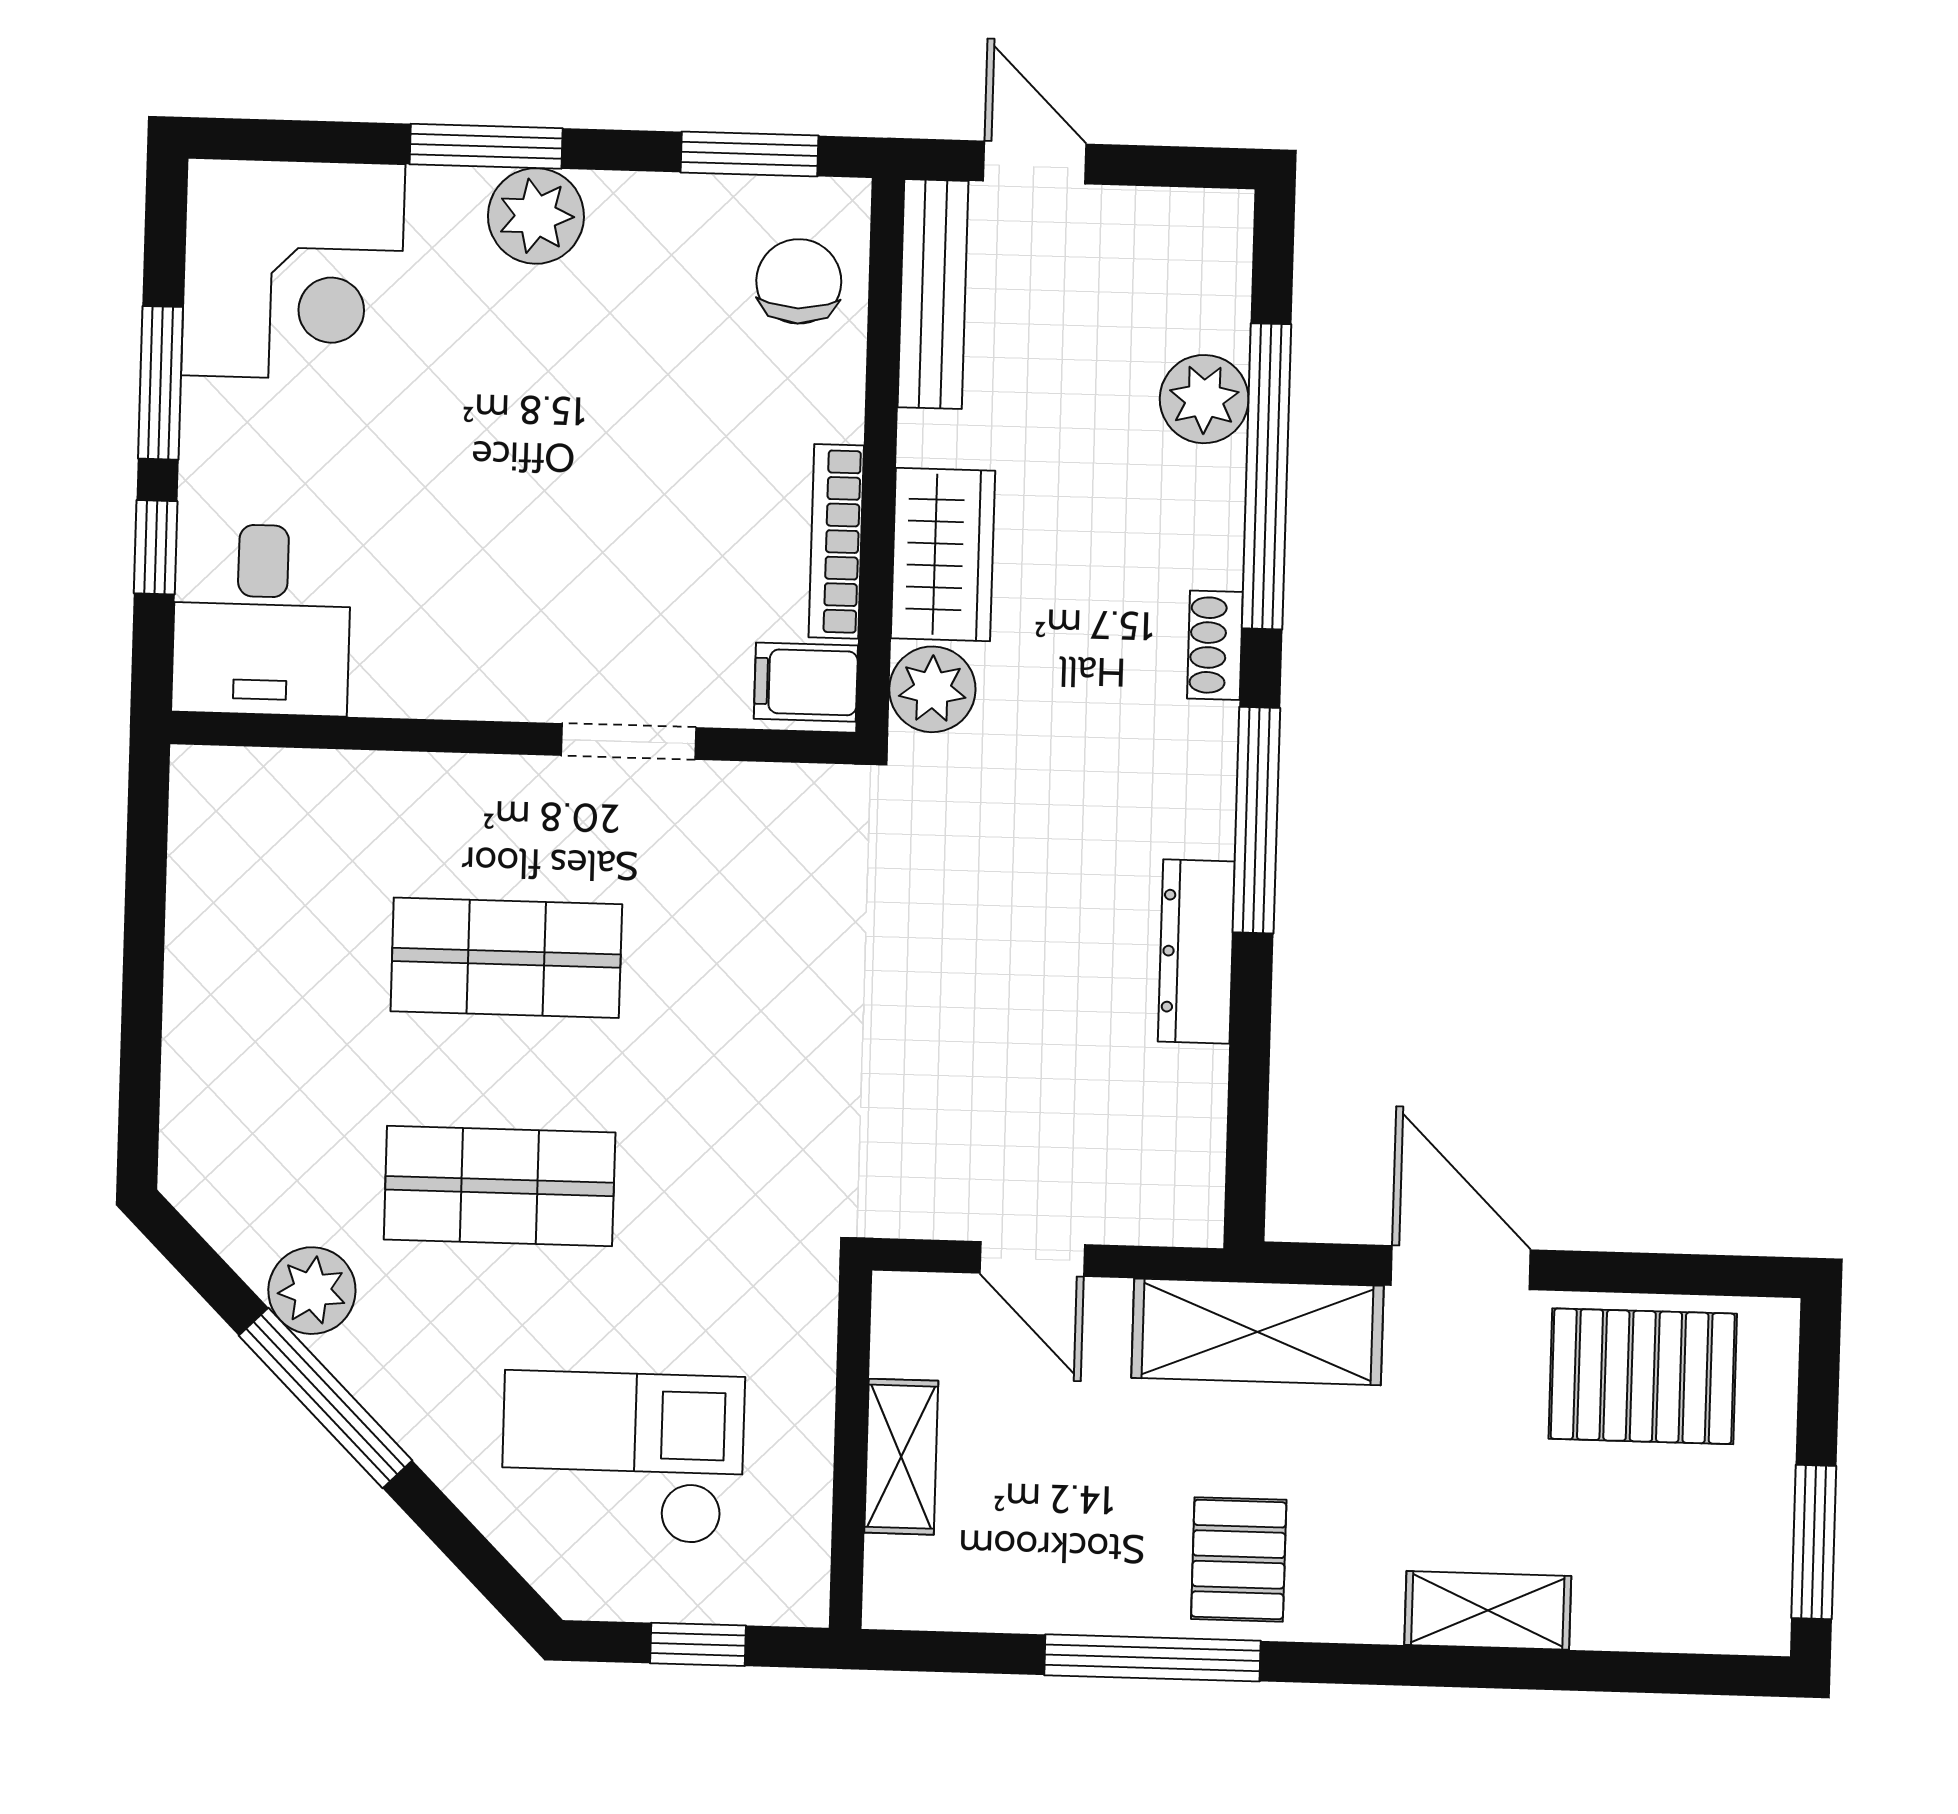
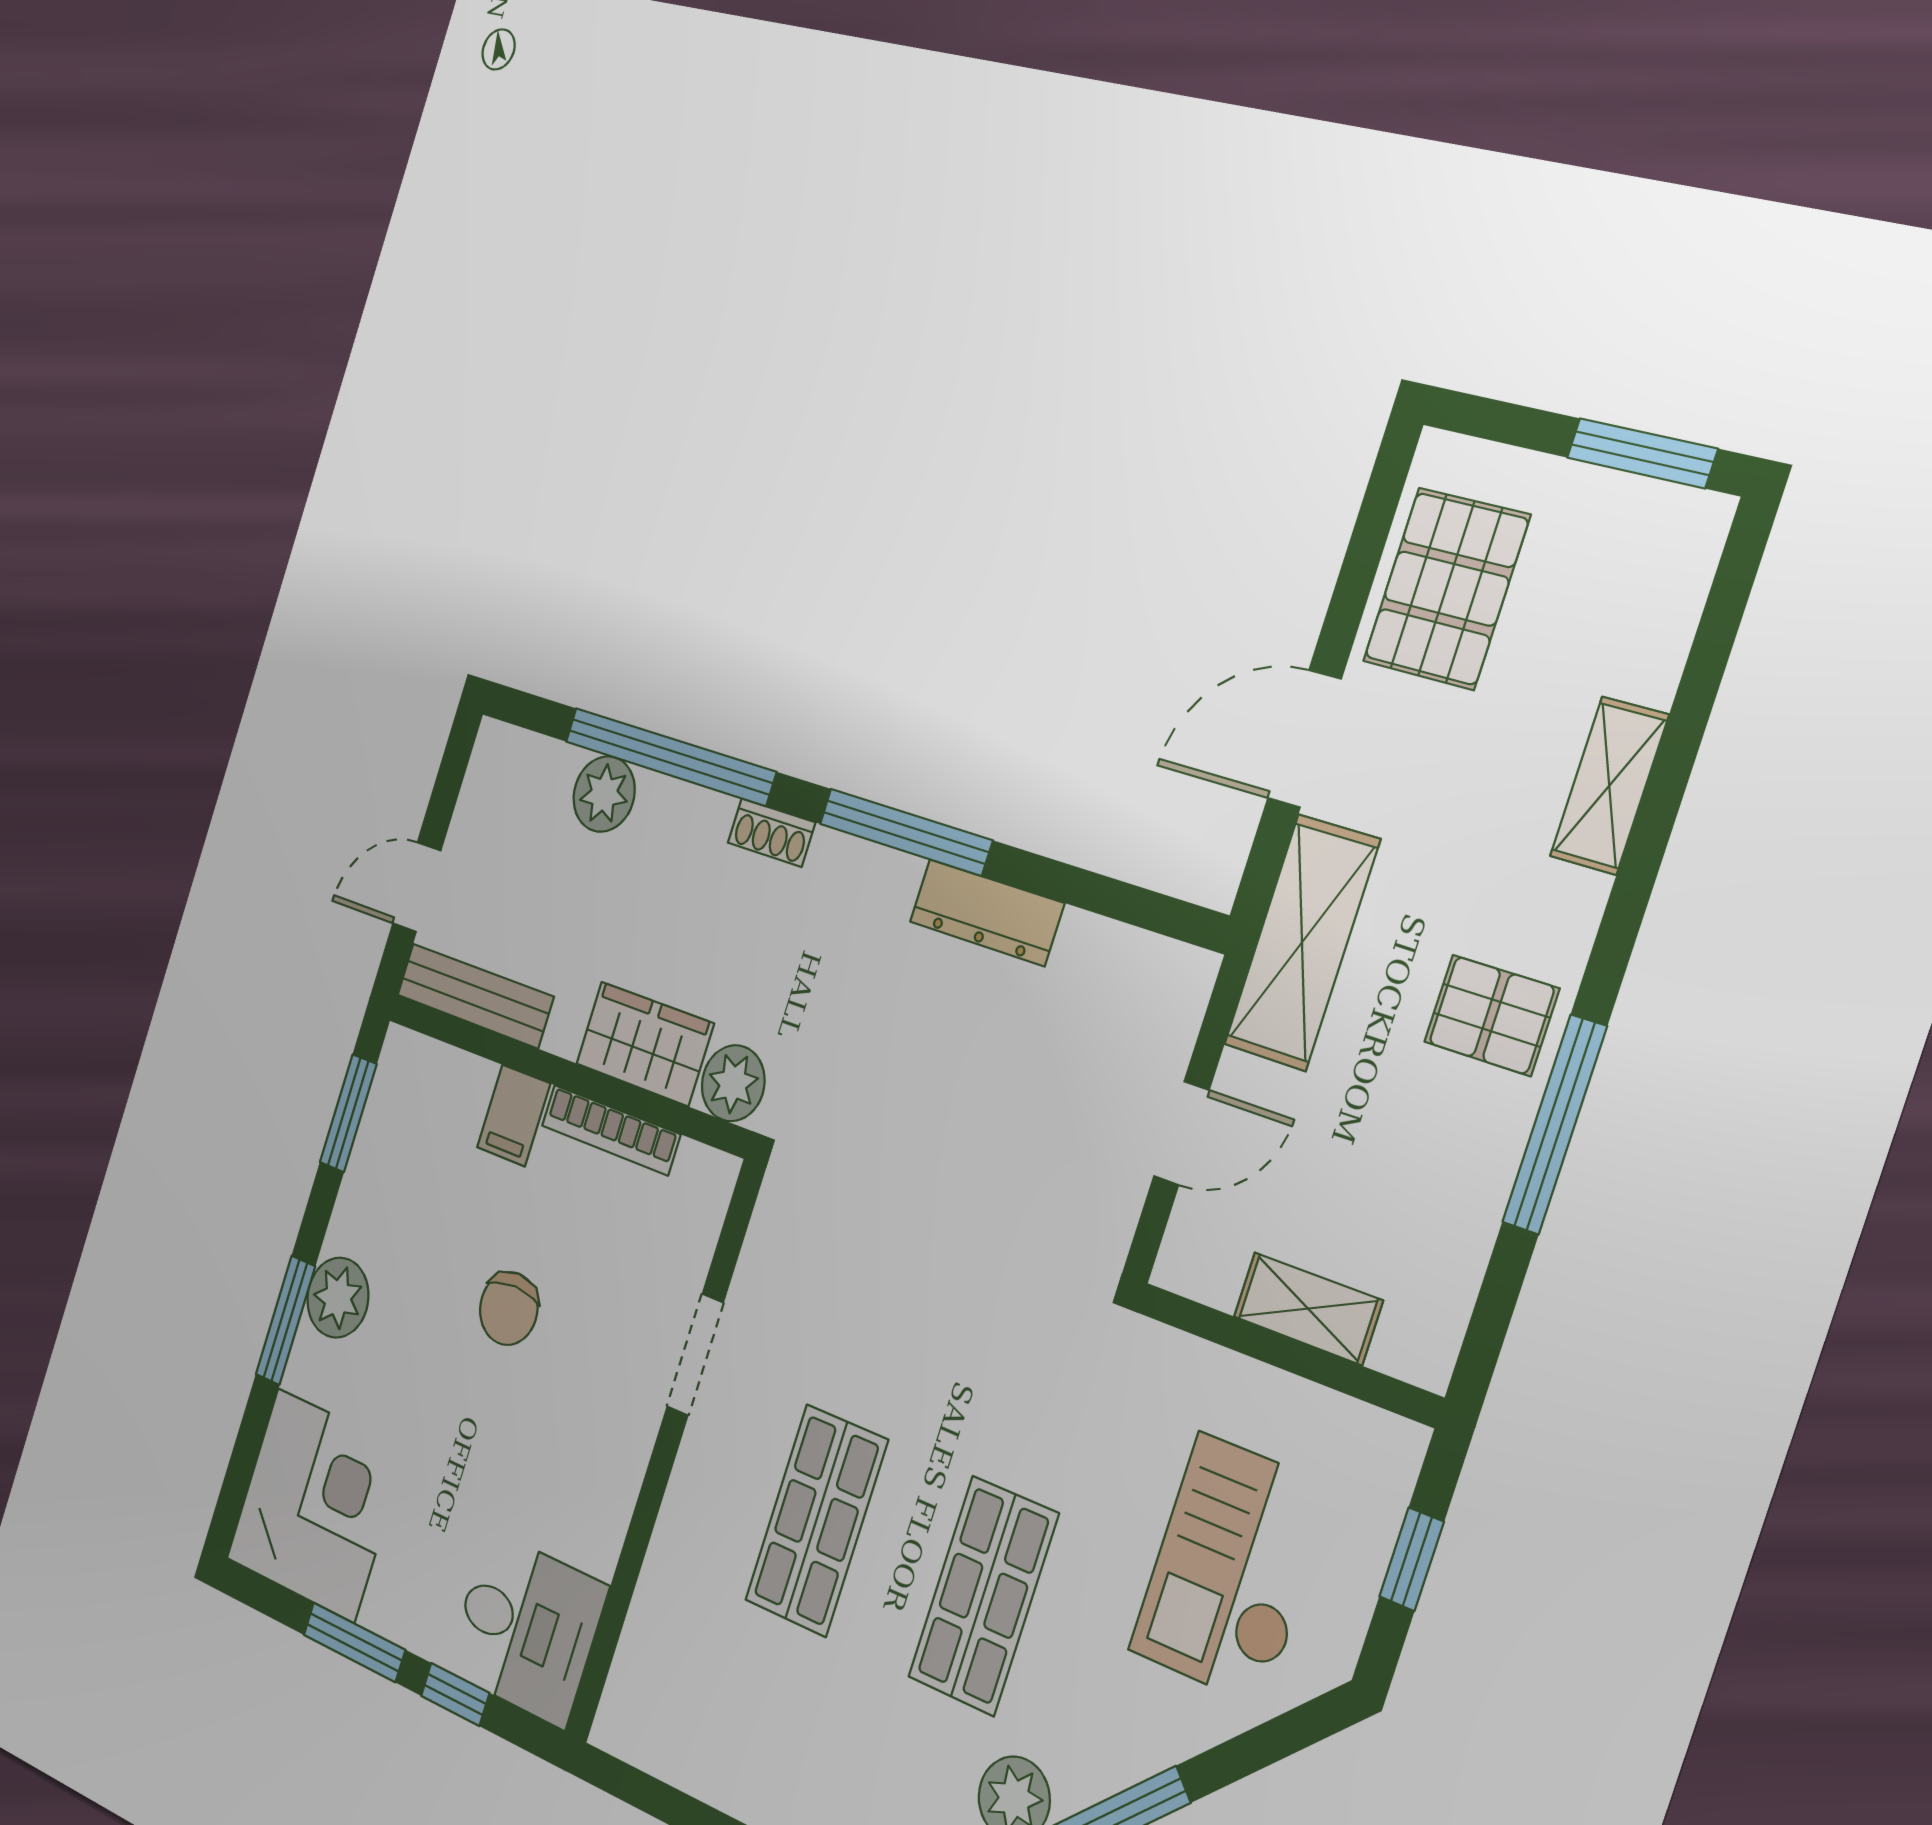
chair: (799, 281) -> (509, 1308), moved, turned -90
filing cabinet: (806, 682) -> (514, 1115), moved

